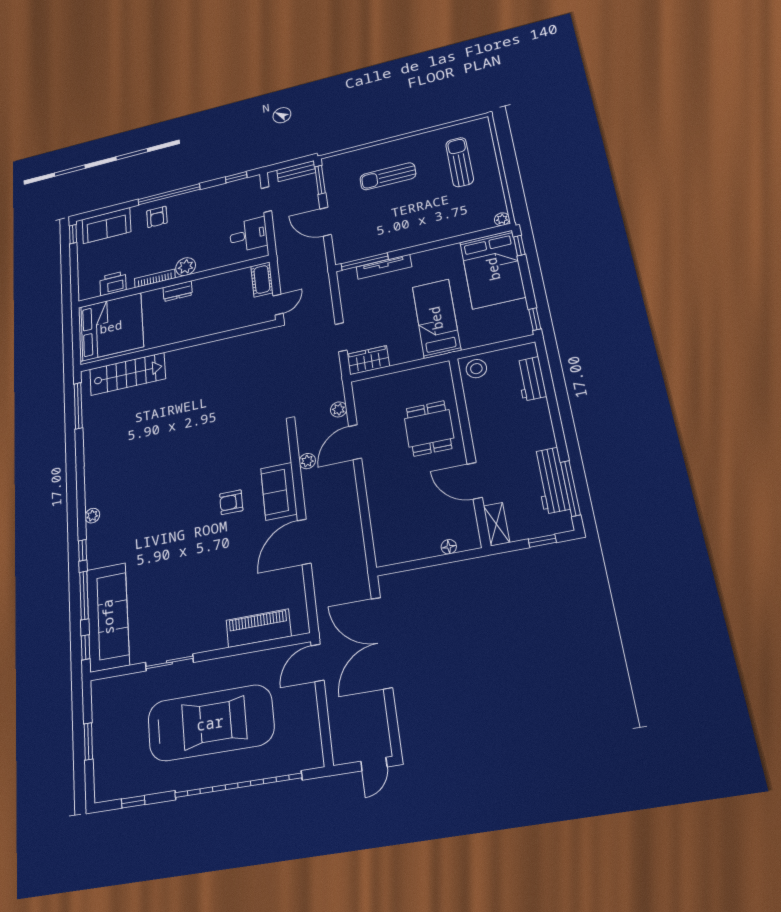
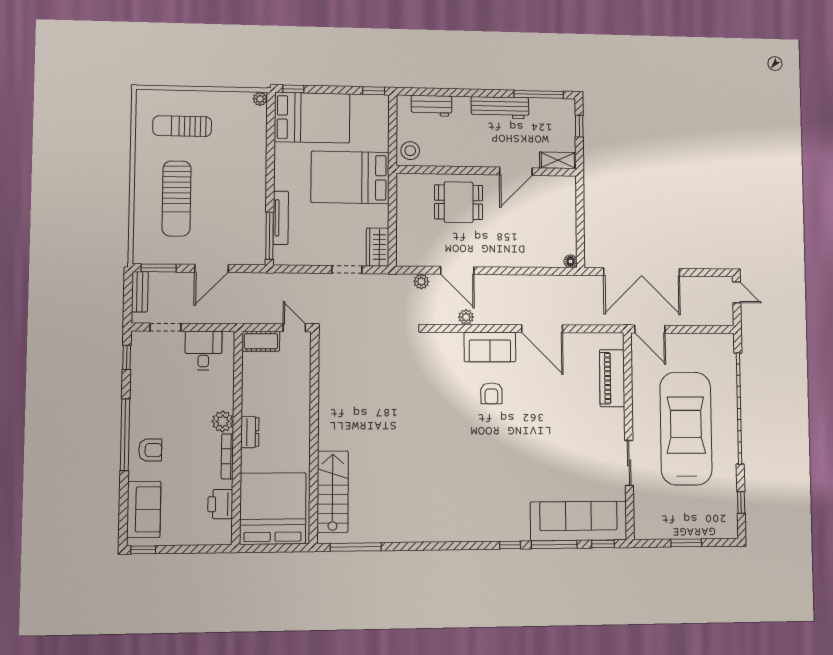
sun lounger: (388, 176) -> (177, 198), width x1.36, depth x1.34
bed: (436, 318) -> (350, 177), width x1.50
workbench: (551, 480) -> (500, 108), moved
plant: (92, 516) -> (477, 534), removed
floor lamp: (449, 547) -> (571, 261), moved

